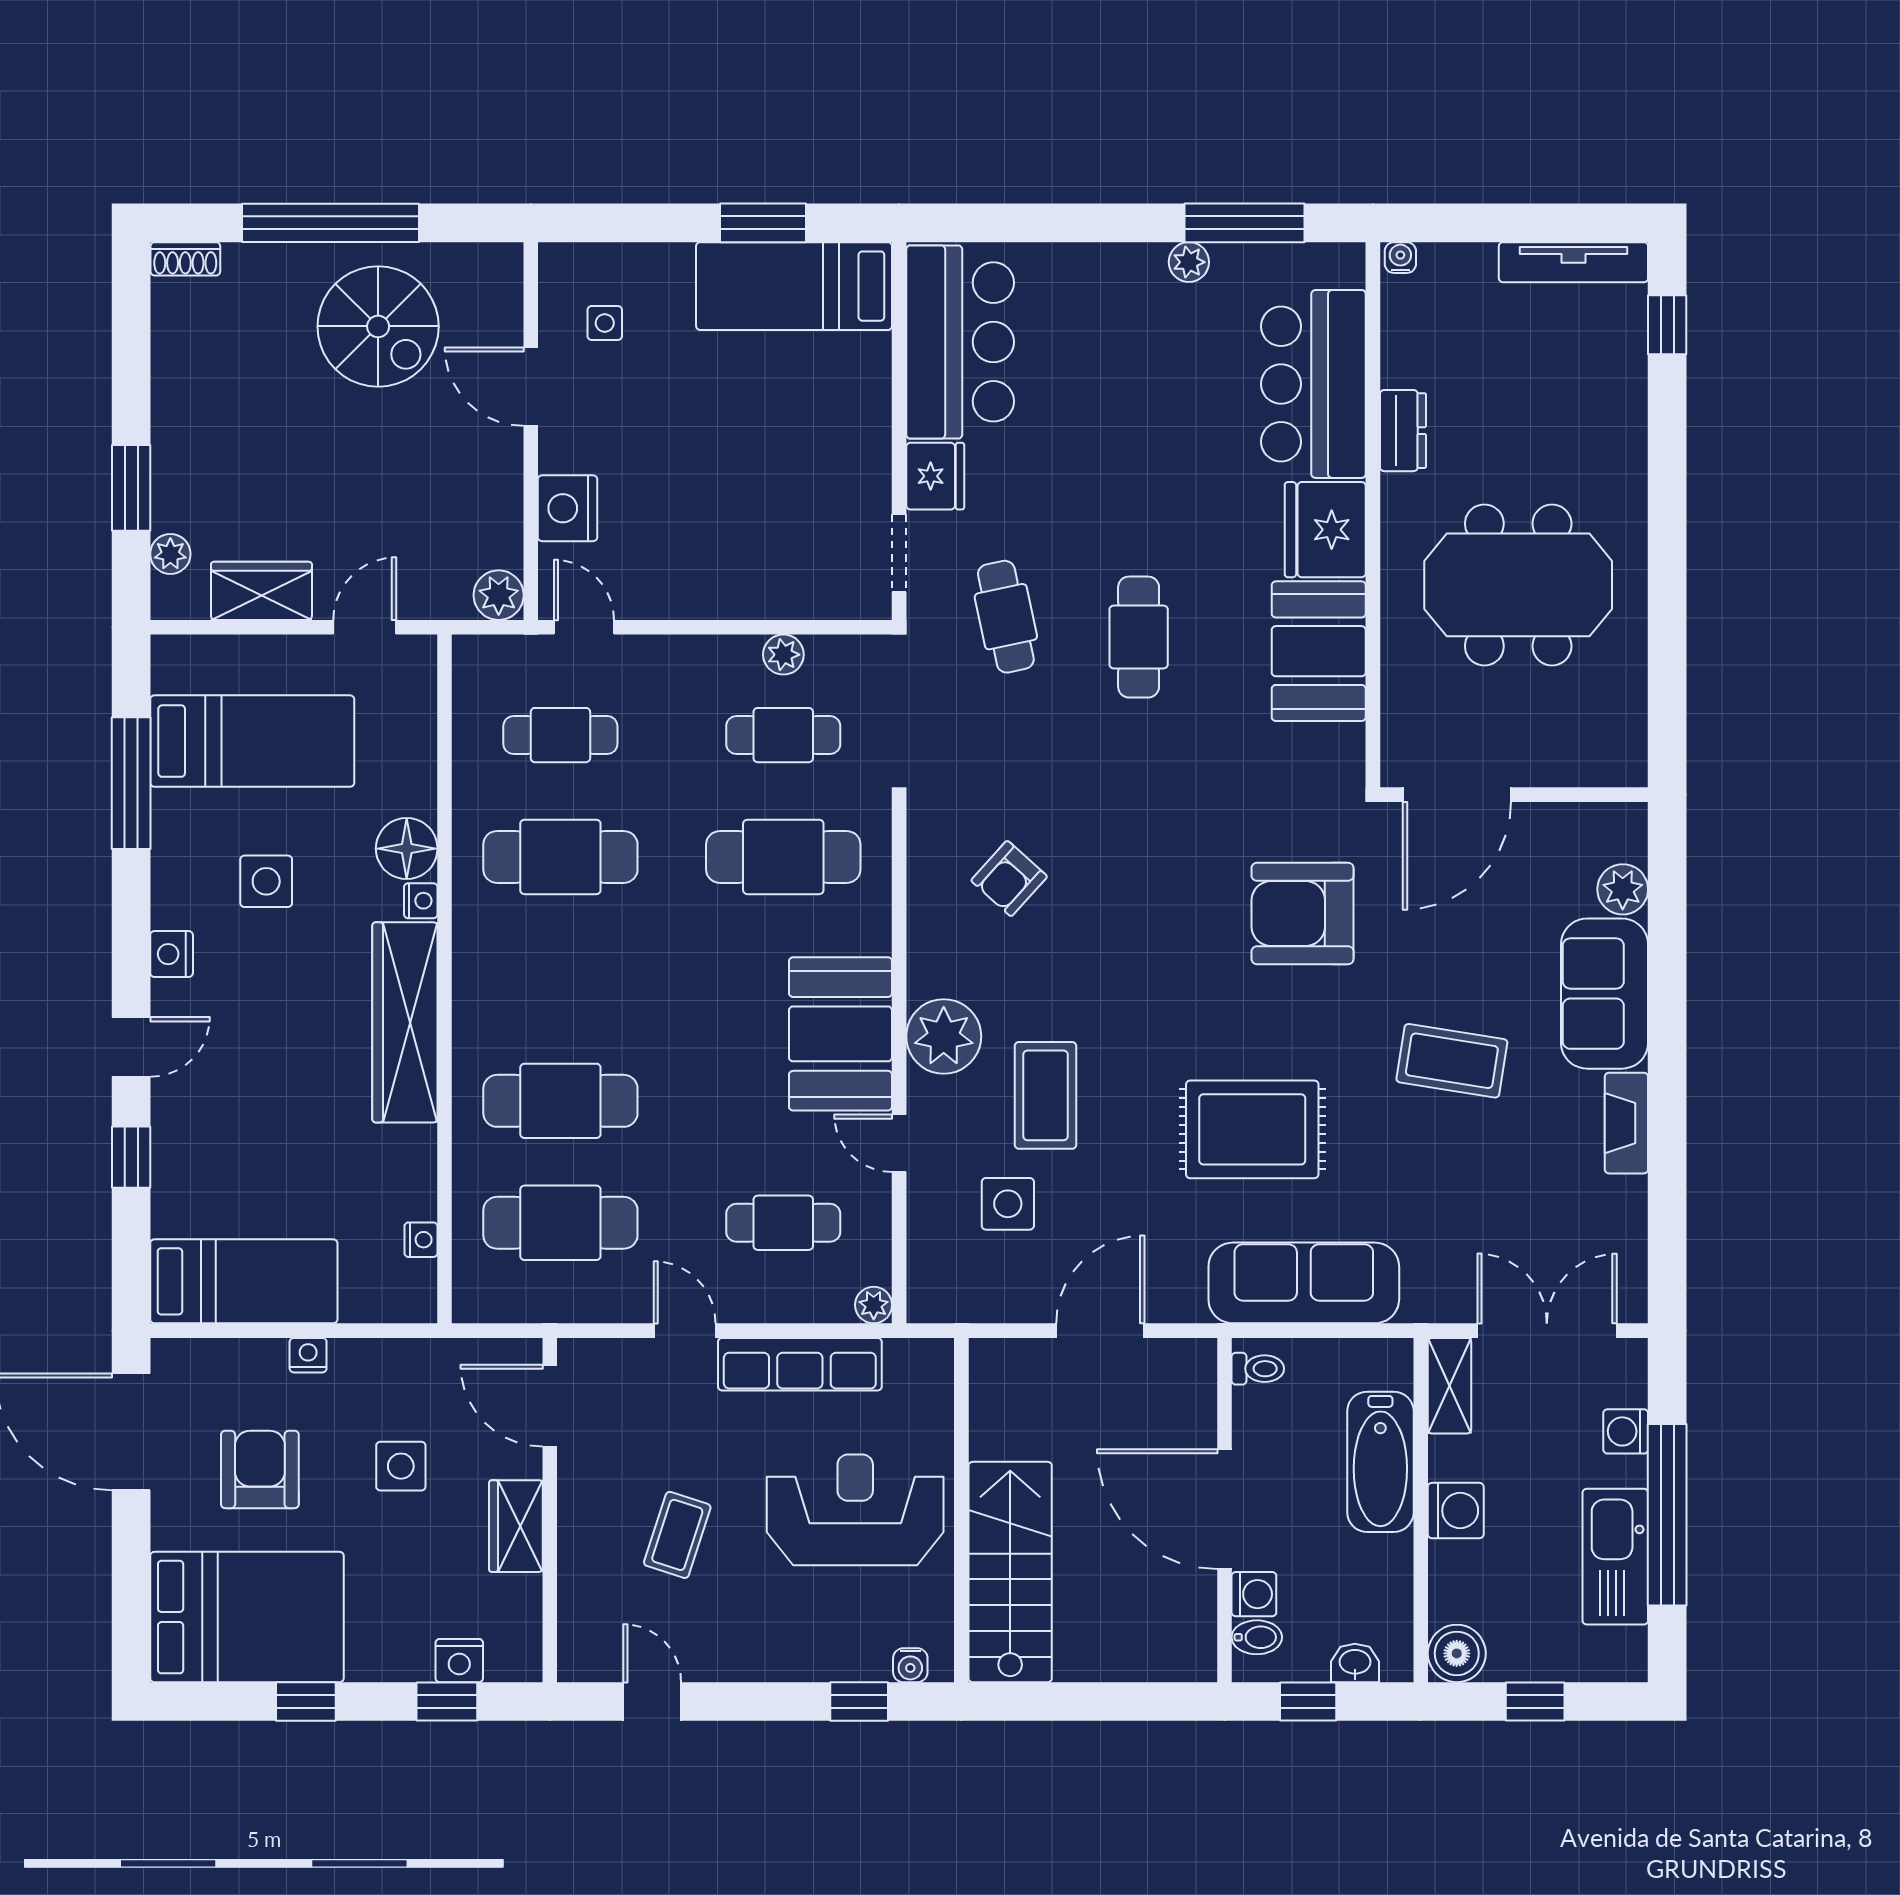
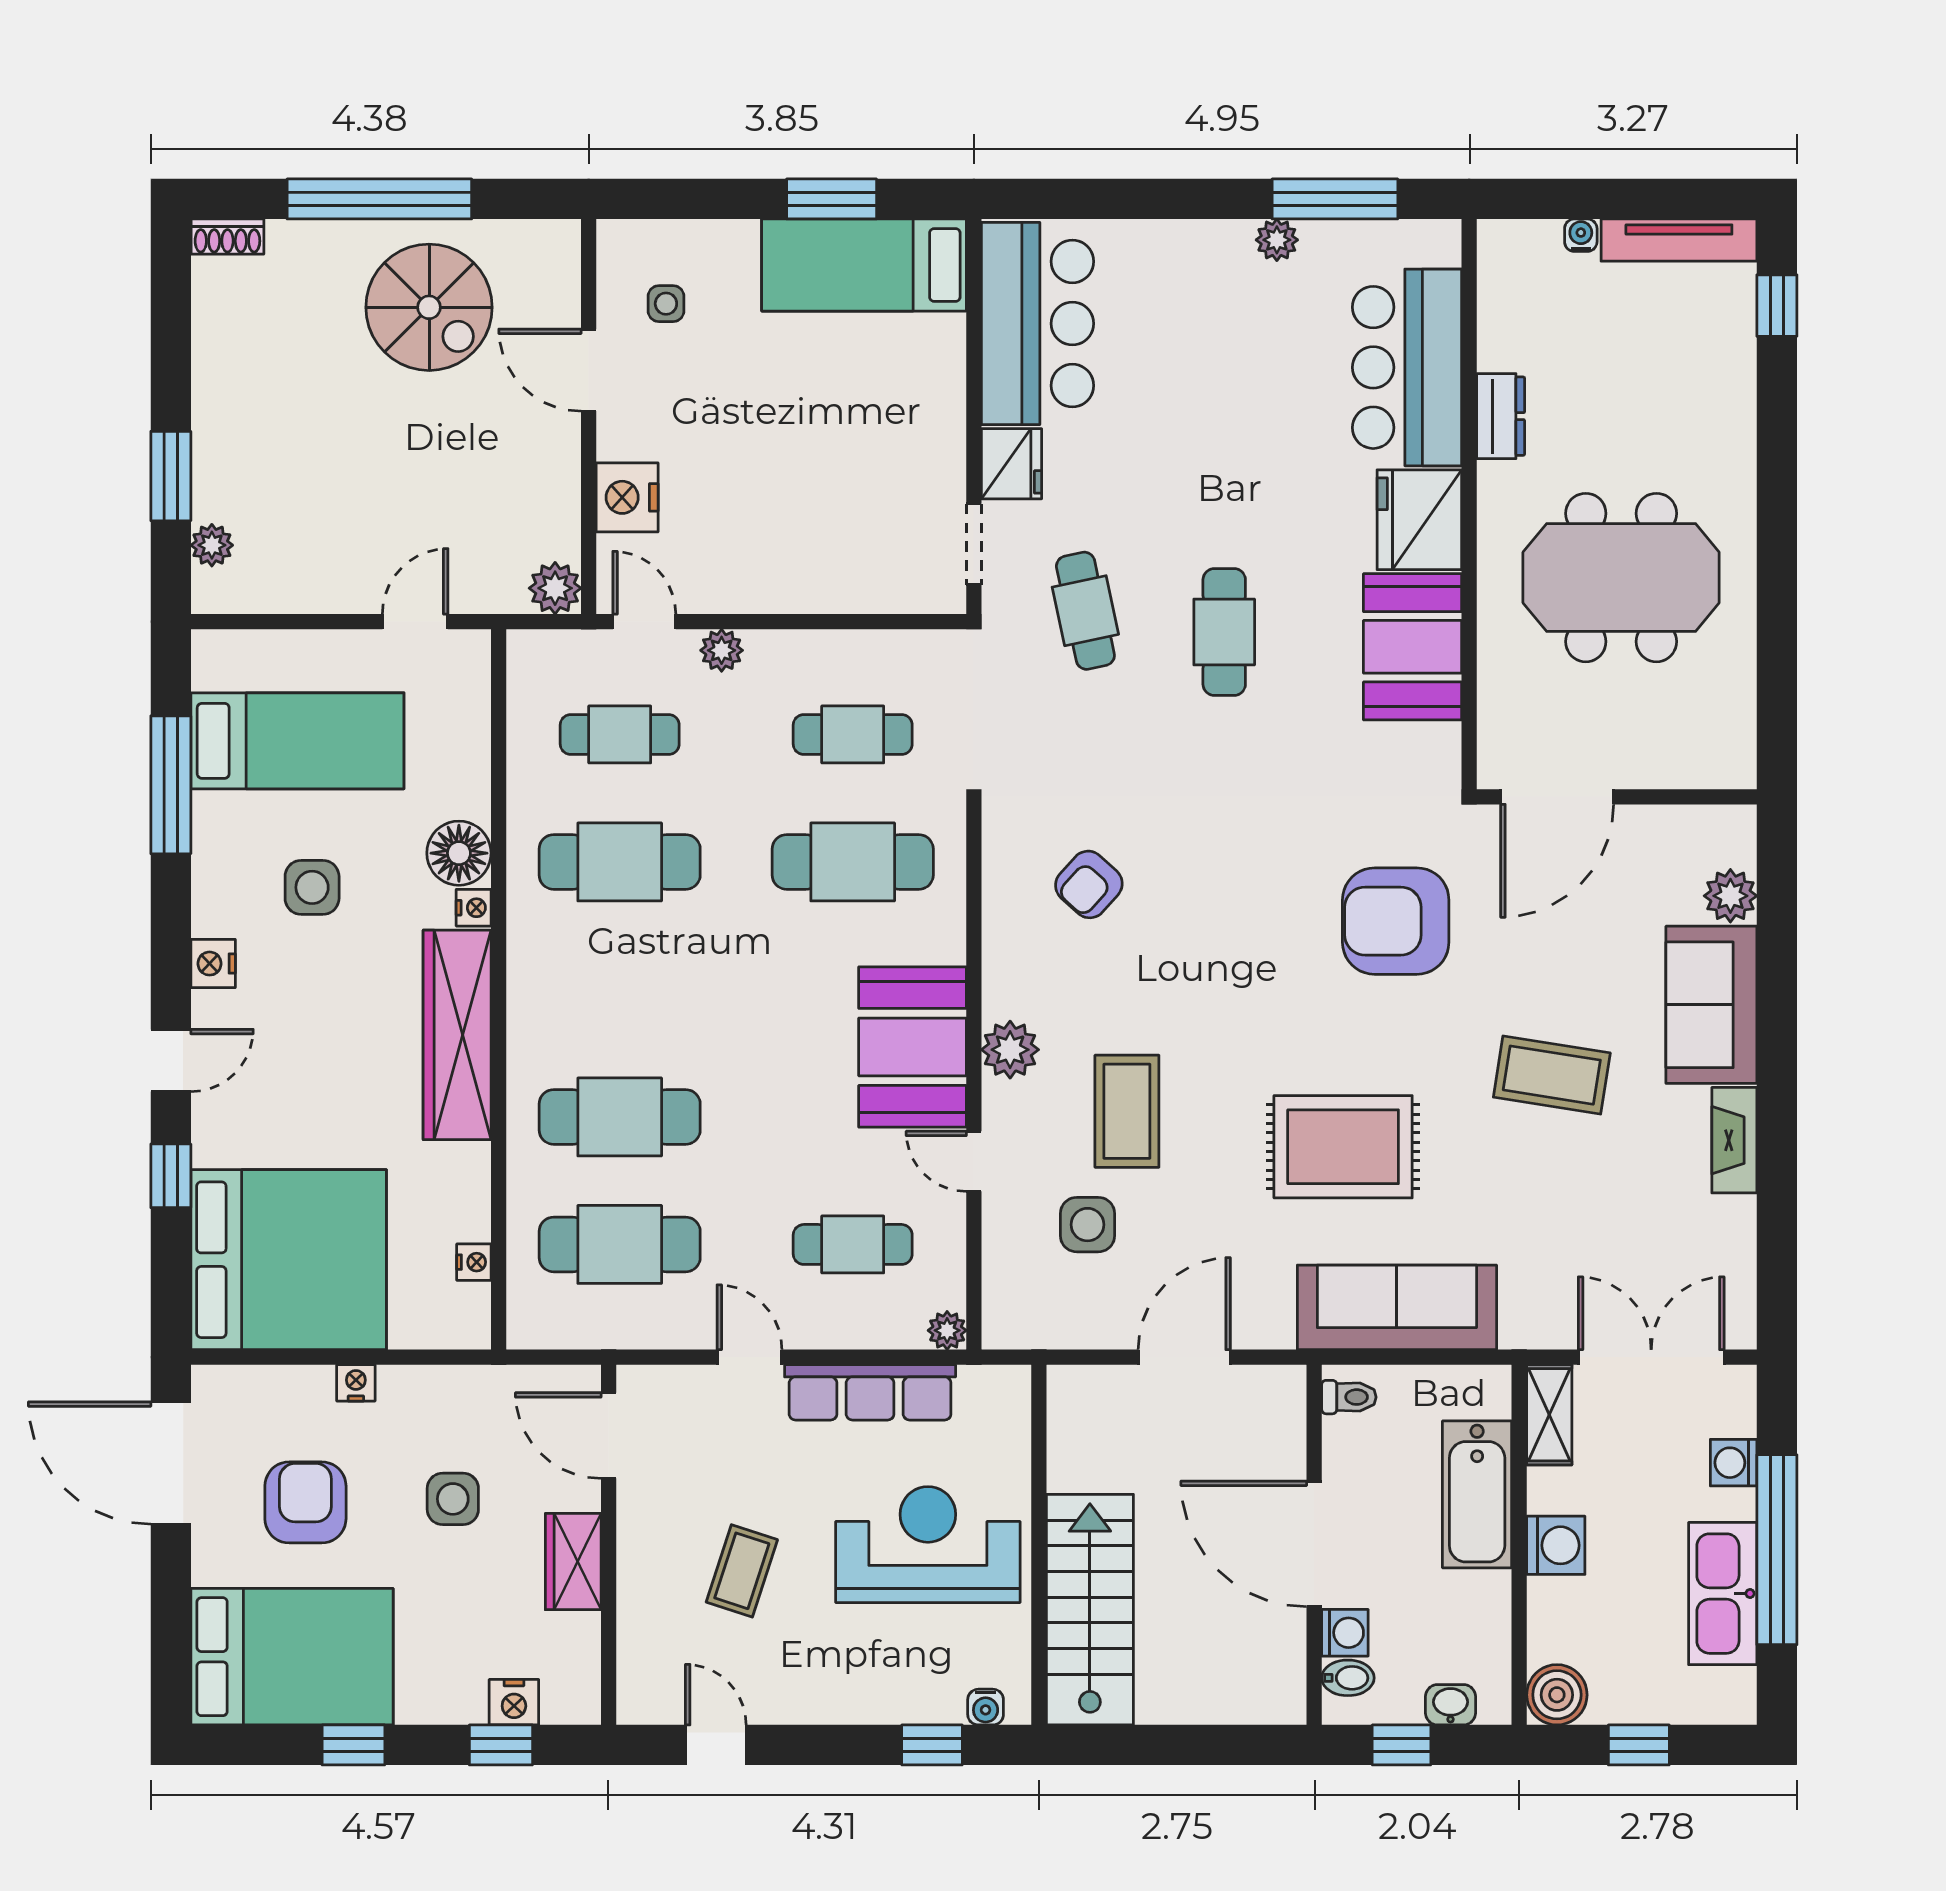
water cooler: (1400, 258) -> (1581, 235), moved
wardrobe: (261, 591) -> (307, 584), removed
plant: (783, 655) -> (722, 650), moved
plant: (944, 1036) -> (1010, 1050), width x0.73, depth x0.73
bed: (244, 1281) -> (289, 1260), width x2.04

